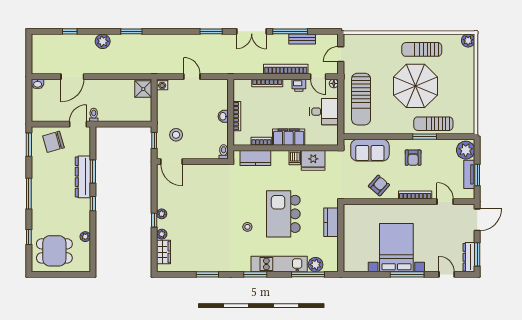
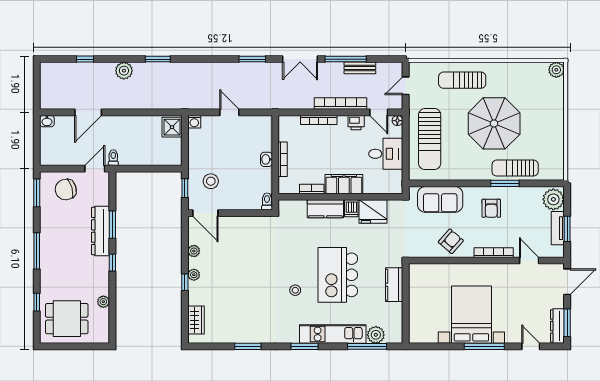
sun lounger: (422, 49) -> (462, 80), moved
kitchen counter: (255, 158) -> (325, 209), moved
plant: (162, 234) -> (194, 251), moved

